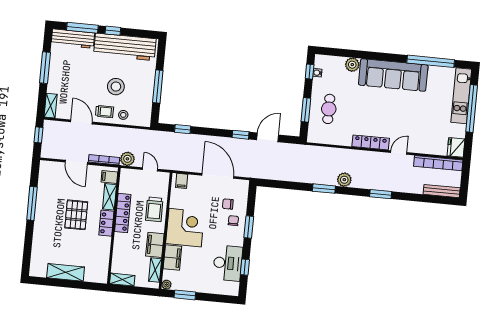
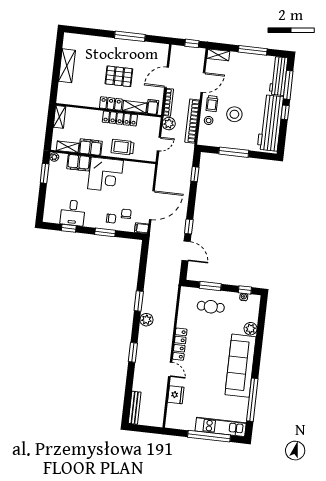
fridge: (456, 147) -> (176, 395), moved, turned 90
bookcase: (438, 163) -> (192, 121), moved
filing cabinet: (182, 181) -> (142, 228), moved
desk: (228, 263) -> (73, 213), width x0.73

